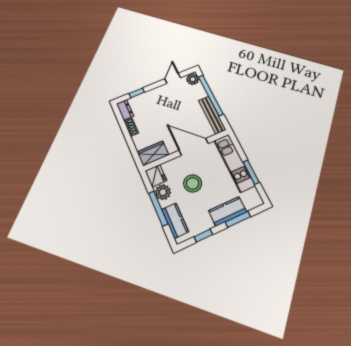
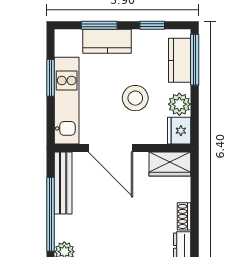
window: (158, 208) -> (195, 60), moved

